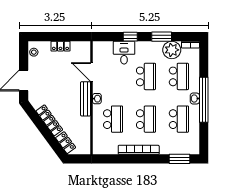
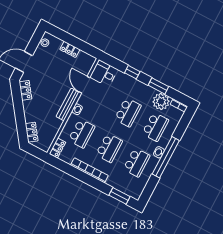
desk: (124, 53) -> (104, 73), moved, turned -90
locker: (49, 120) -> (25, 90), moved, width x0.66
locker: (98, 145) -> (58, 148), added

